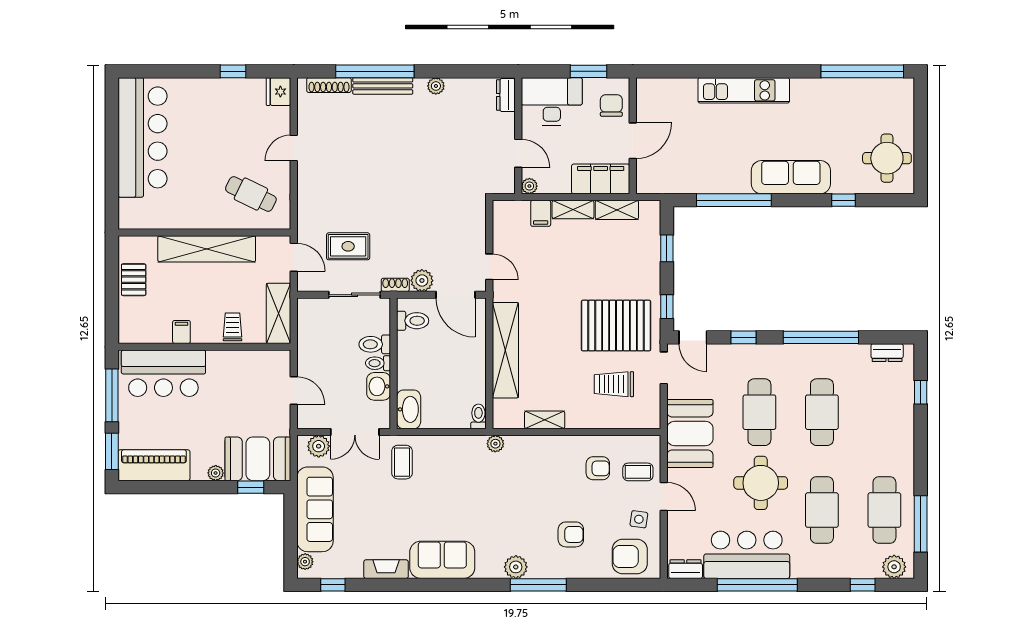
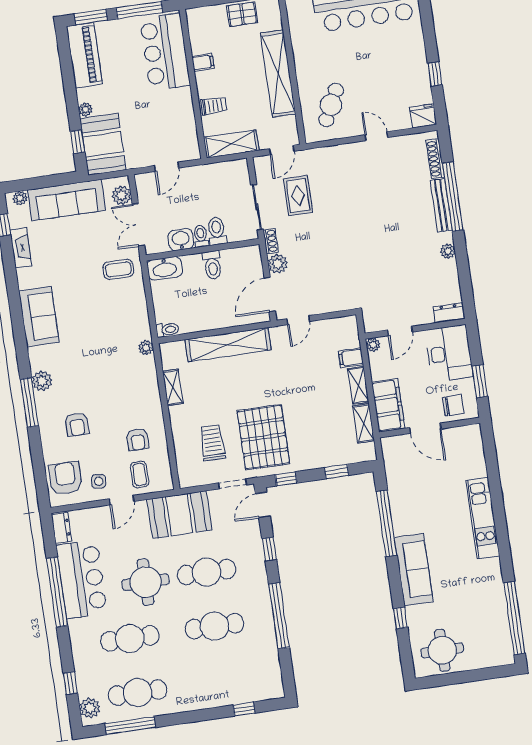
toilet: (413, 321) -> (212, 265), moved
dresser: (887, 353) -> (274, 675), removed
fireplace: (386, 569) -> (21, 248), moved

